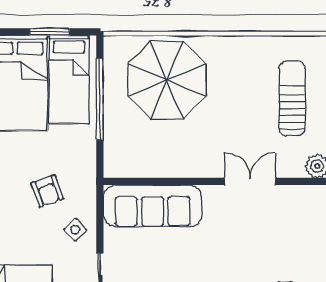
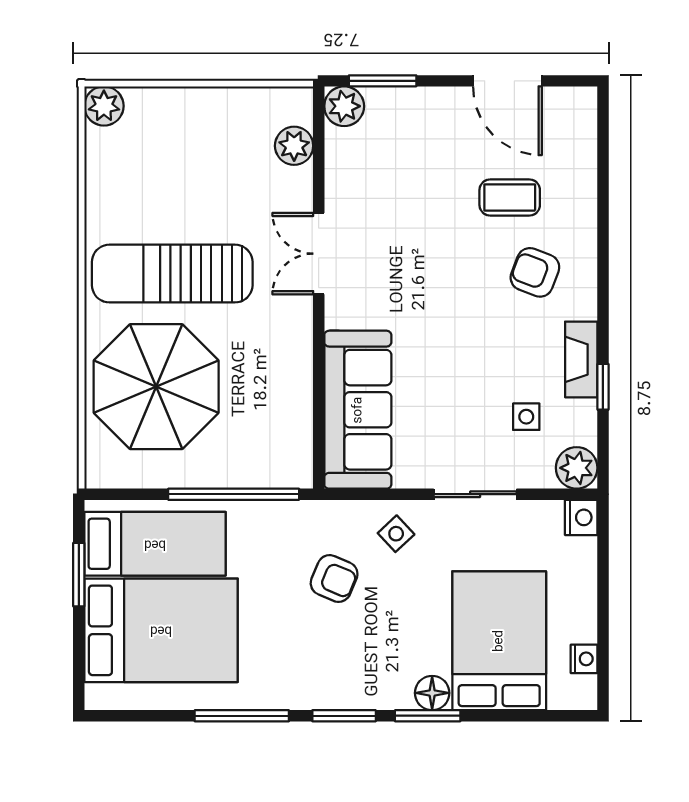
window: (100, 99) -> (234, 494), moved
sun lounger: (292, 99) -> (172, 274), moved, width x1.36, depth x1.34
armchair: (47, 191) -> (334, 579), turned 43

